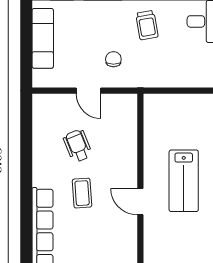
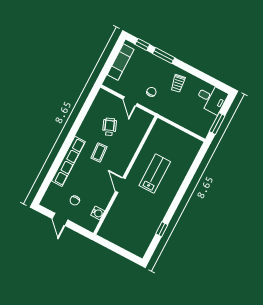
lab bench: (184, 181) -> (155, 174), turned 180
door: (140, 202) -> (120, 185), moved

